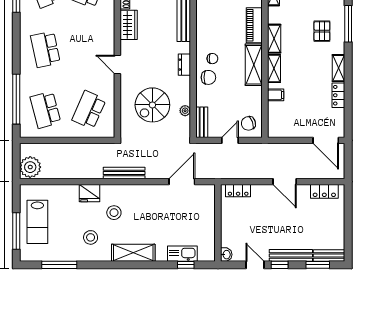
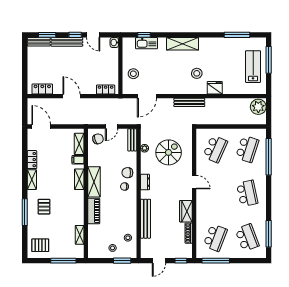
shelving: (274, 39) -> (79, 144), moved
school desk: (45, 110) -> (247, 149), turned 33
stool: (91, 237) -> (133, 74), moved

